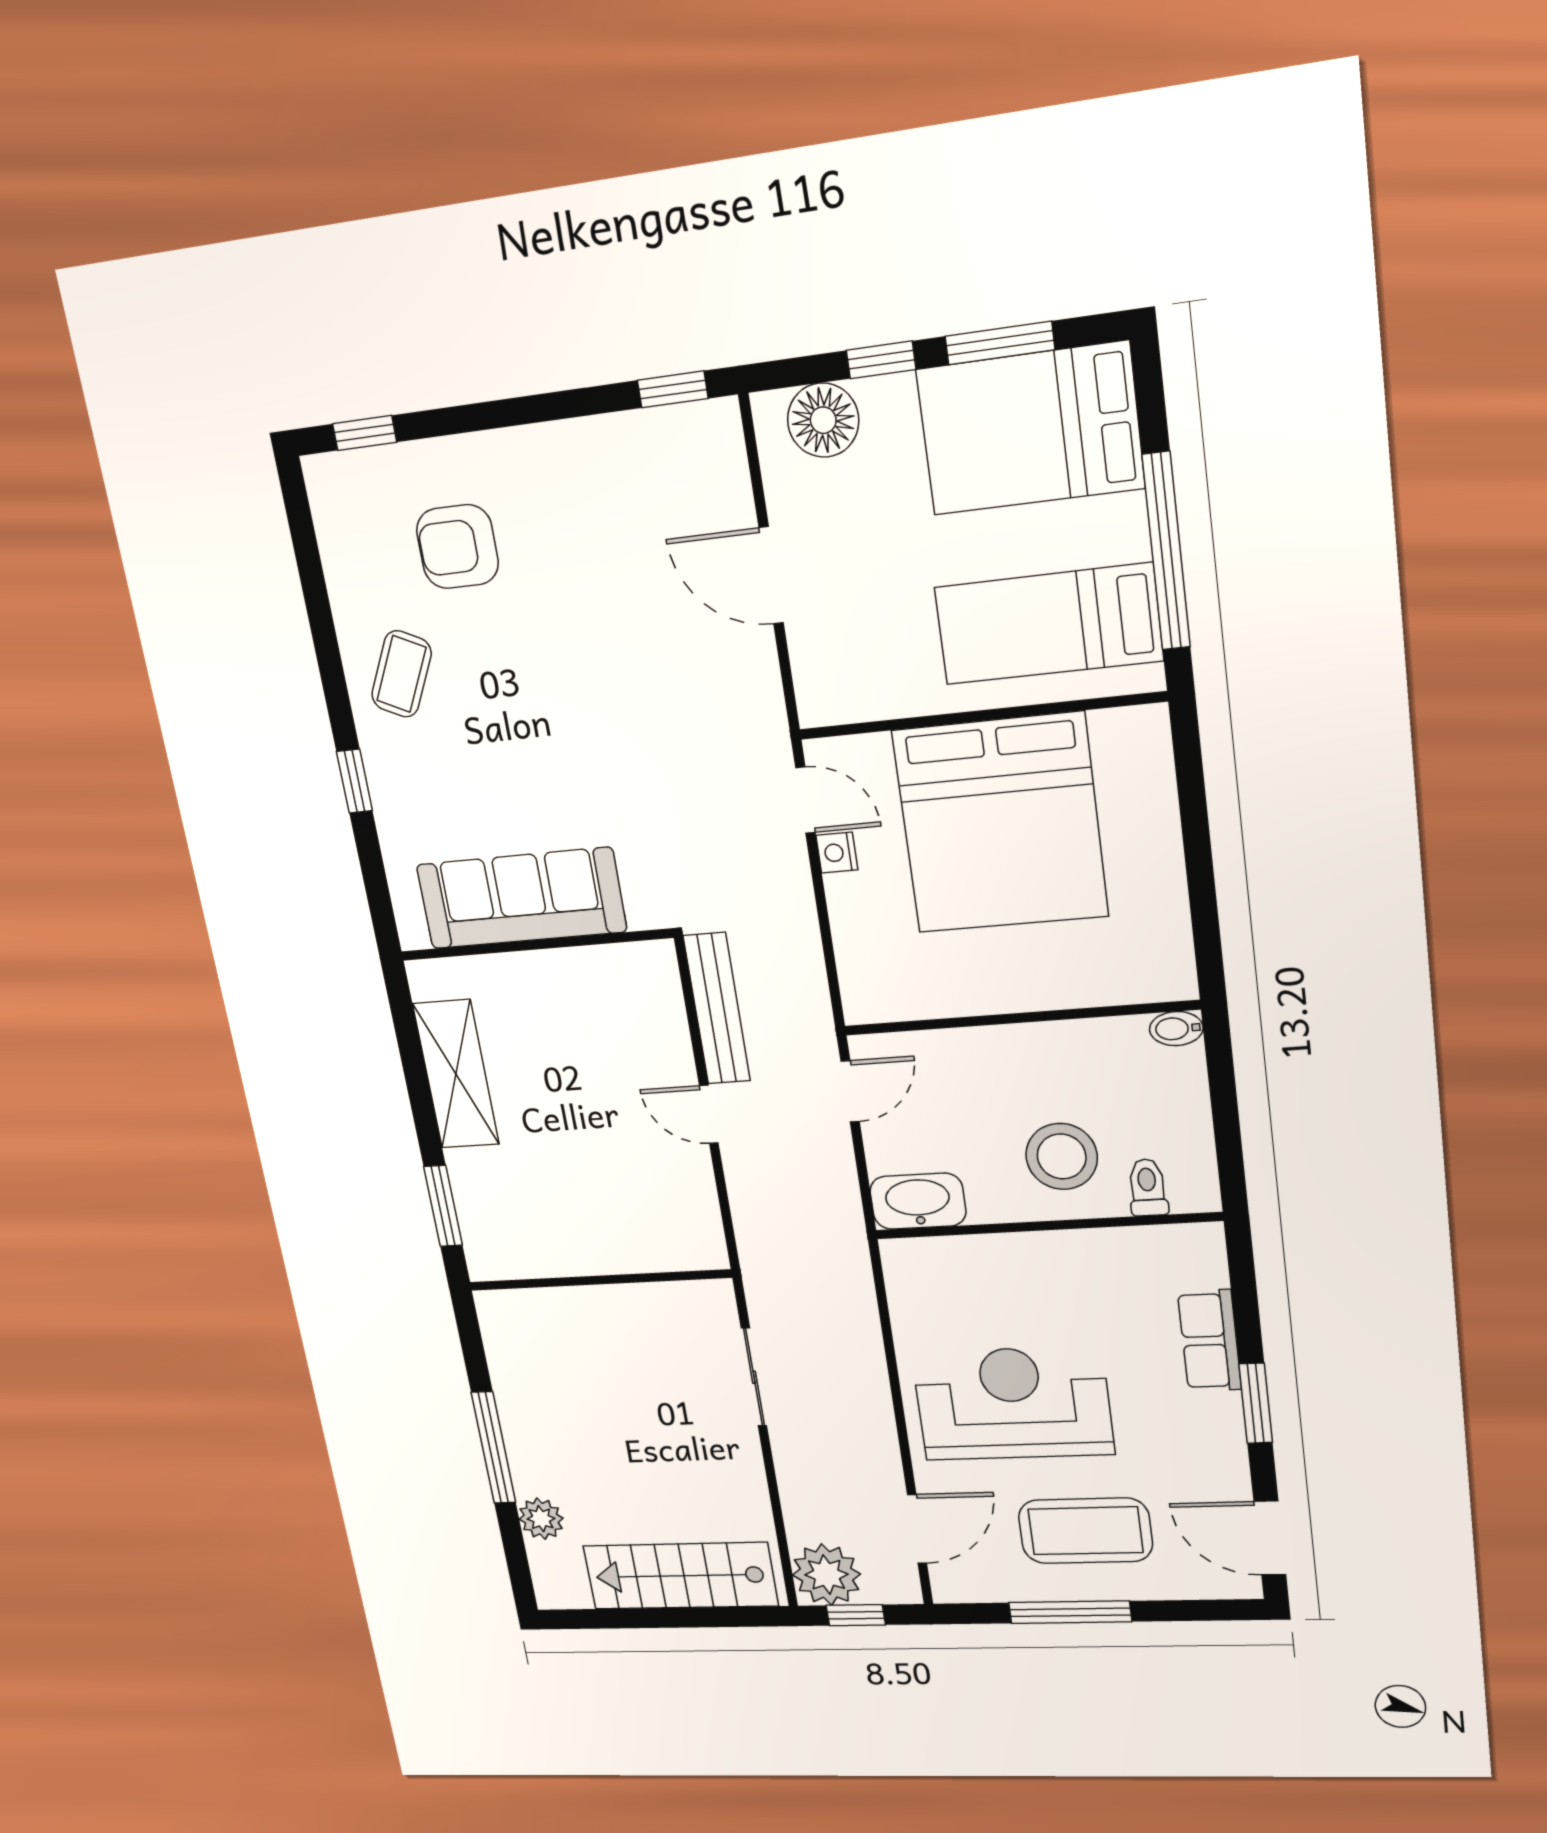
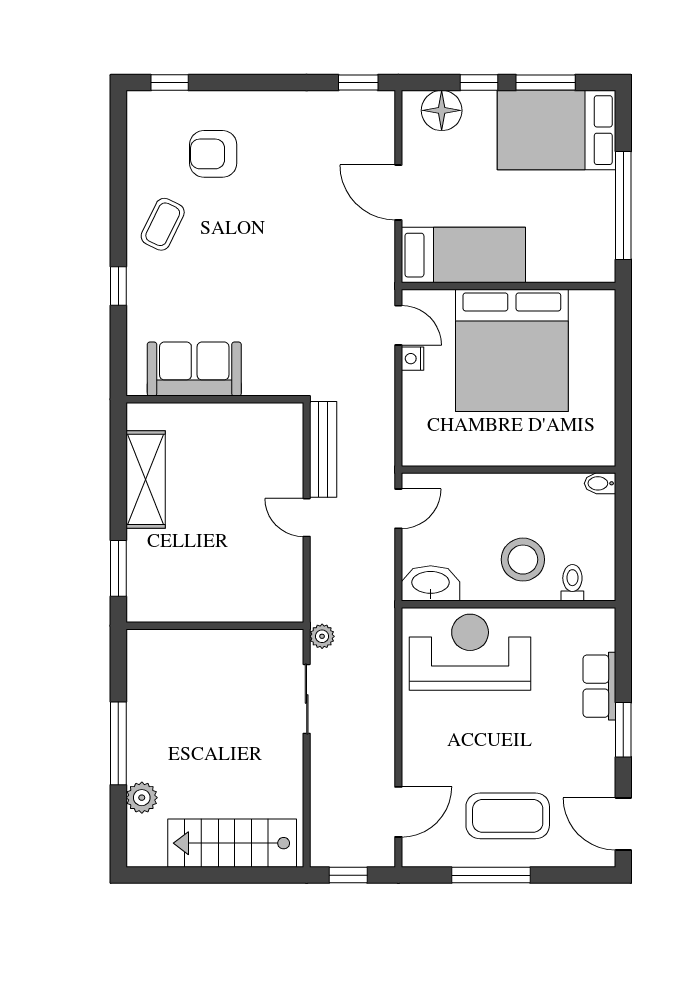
bed: (1049, 624) -> (463, 255), moved, turned 180
sofa: (521, 898) -> (194, 369), width x0.73
reception desk: (1013, 1403) -> (470, 652), moved
plant: (826, 1575) -> (322, 636), moved, width x0.53, depth x0.53

